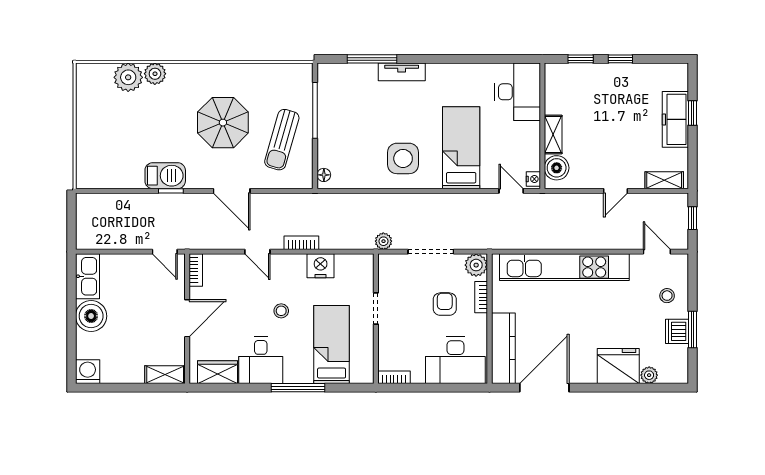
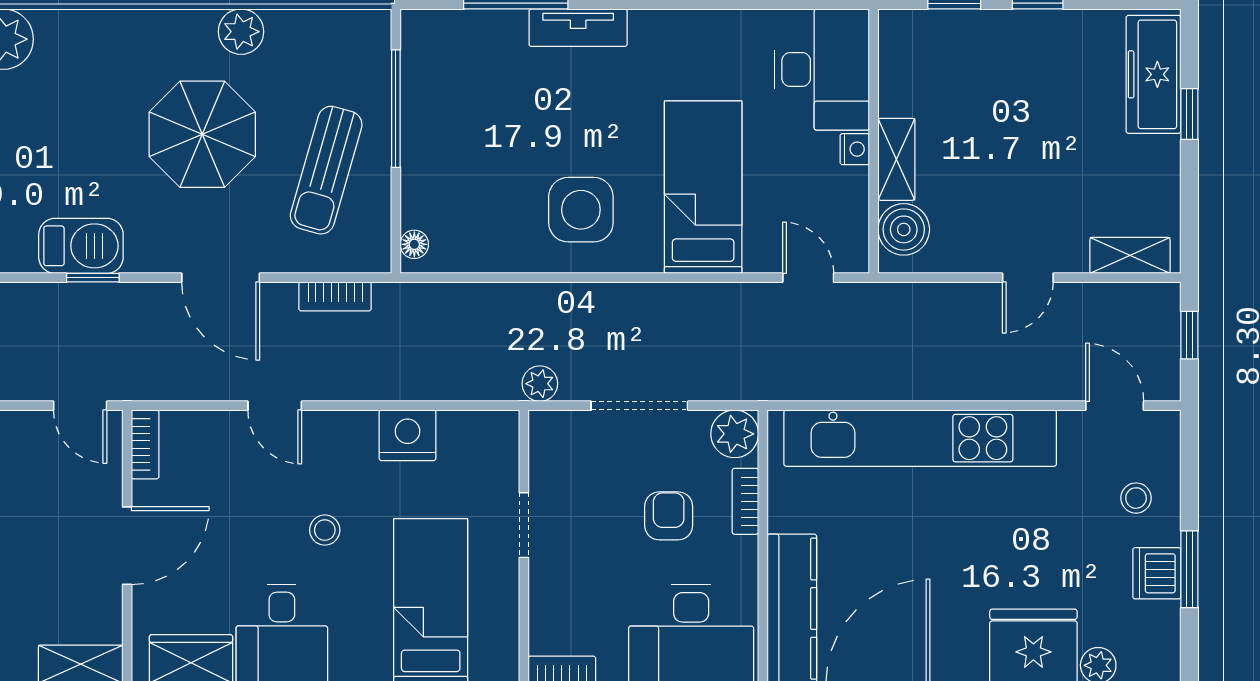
plant: (155, 74) -> (241, 32), moved
freezer: (675, 119) -> (1154, 74), moved
nightstand: (533, 179) -> (855, 149), moved
bookcase: (301, 243) -> (335, 296), moved, turned 180

